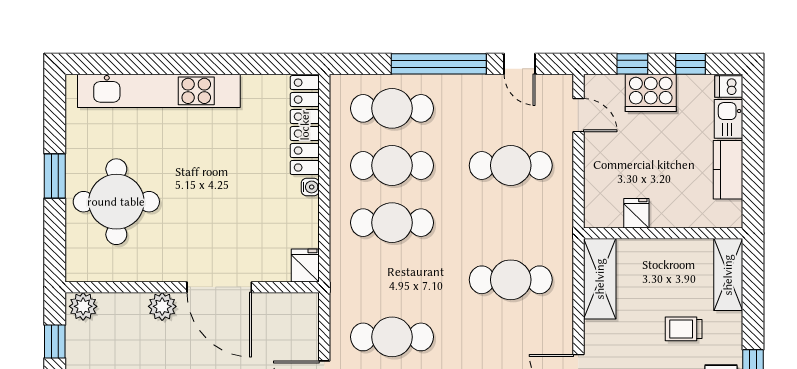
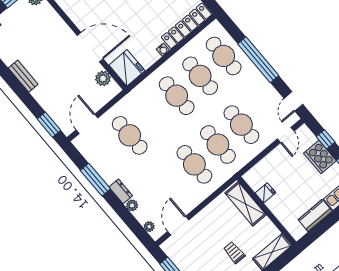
door: (520, 64) -> (293, 101), moved
cafe table: (511, 223) -> (218, 145), added
fridge: (305, 265) -> (127, 68), width x1.88, depth x1.34
shelving: (600, 279) -> (246, 204), moved, turned 90
door: (219, 287) -> (90, 47), swing flipped
plant: (162, 306) -> (103, 78), moved

